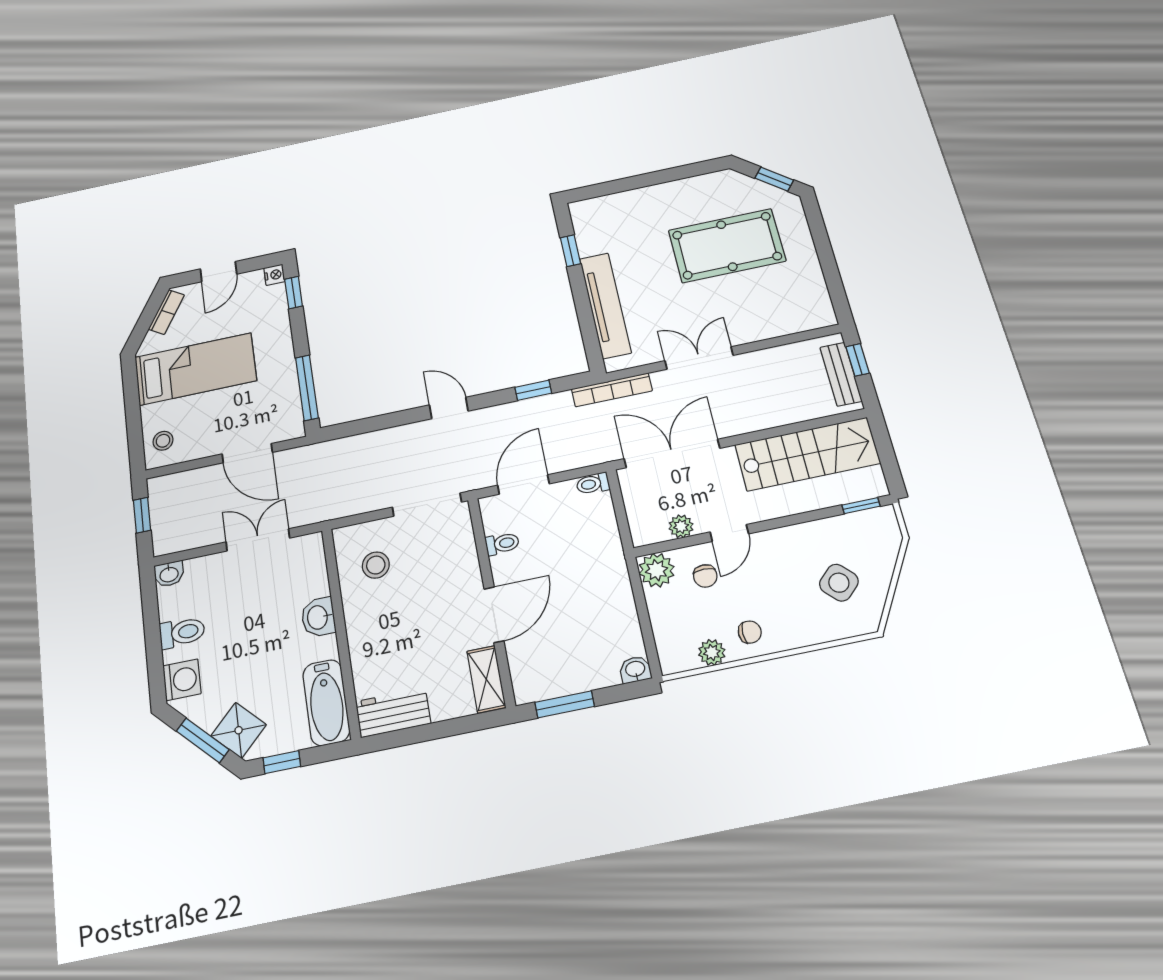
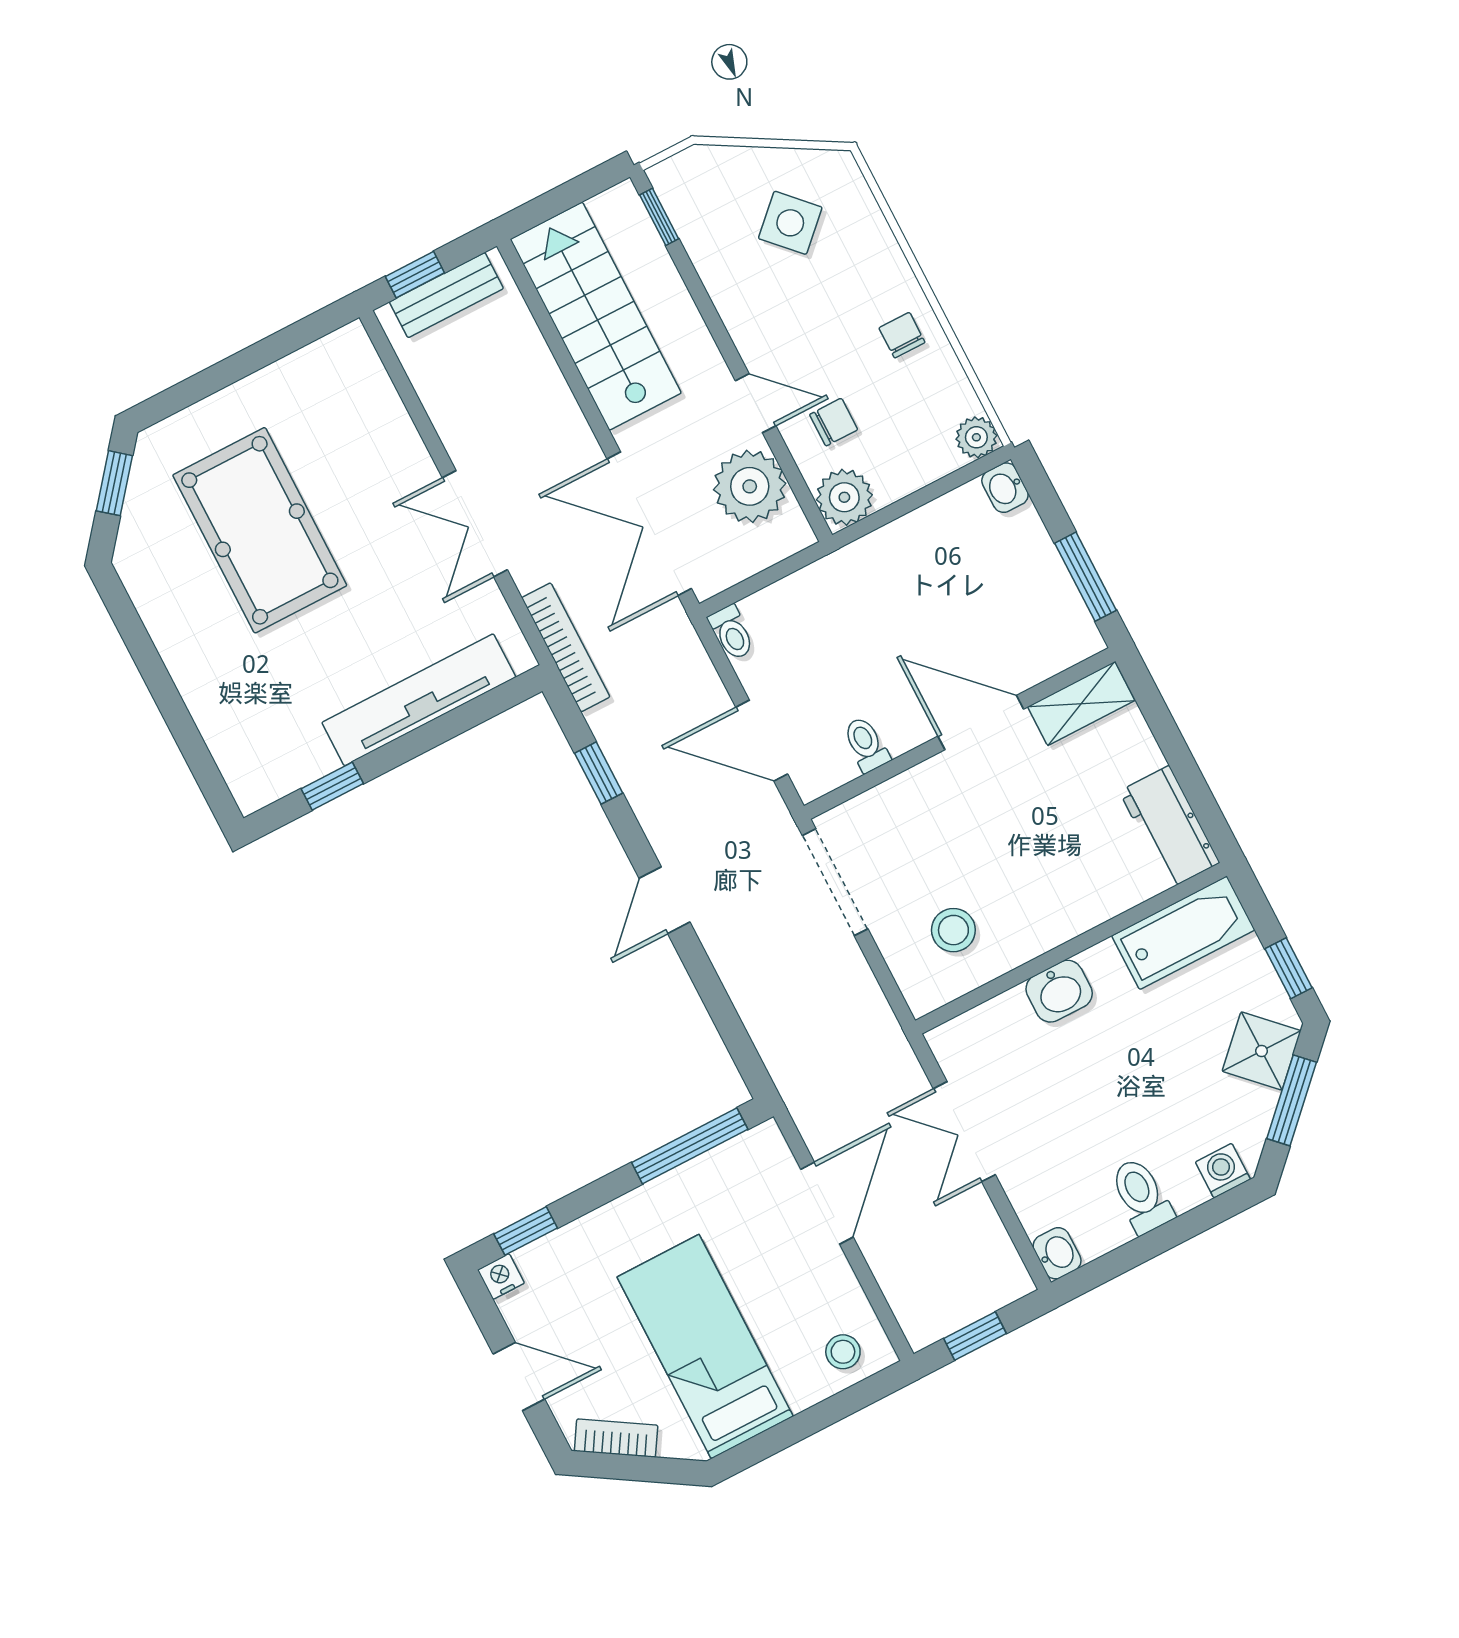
plant: (681, 526) -> (750, 486), width x1.87, depth x1.87
plant: (712, 652) -> (976, 437), moved
washing machine: (182, 680) -> (1223, 1171), width x0.73, depth x0.73

